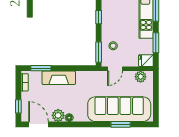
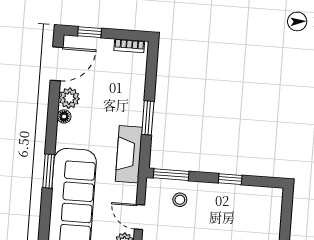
window: (41, 68) -> (148, 118), moved
door: (115, 69) -> (139, 217), moved
fireplace: (59, 78) -> (129, 154), moved
window: (121, 124) -> (49, 171), moved

